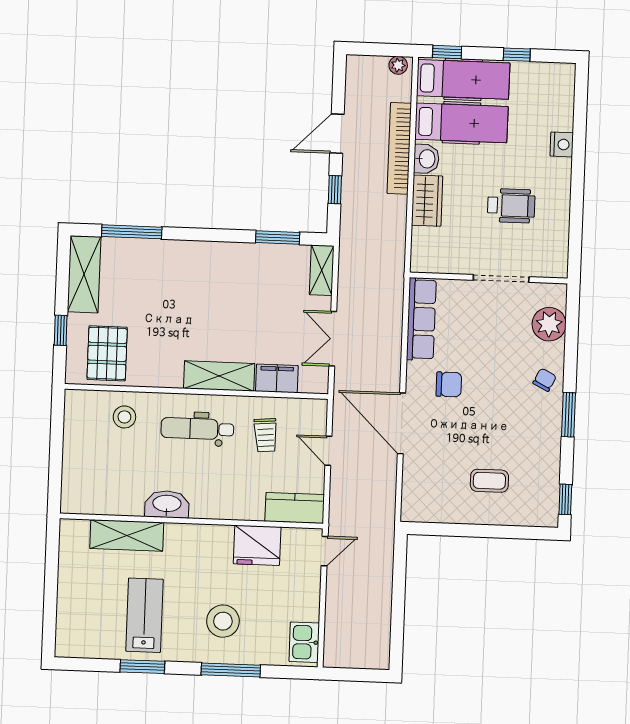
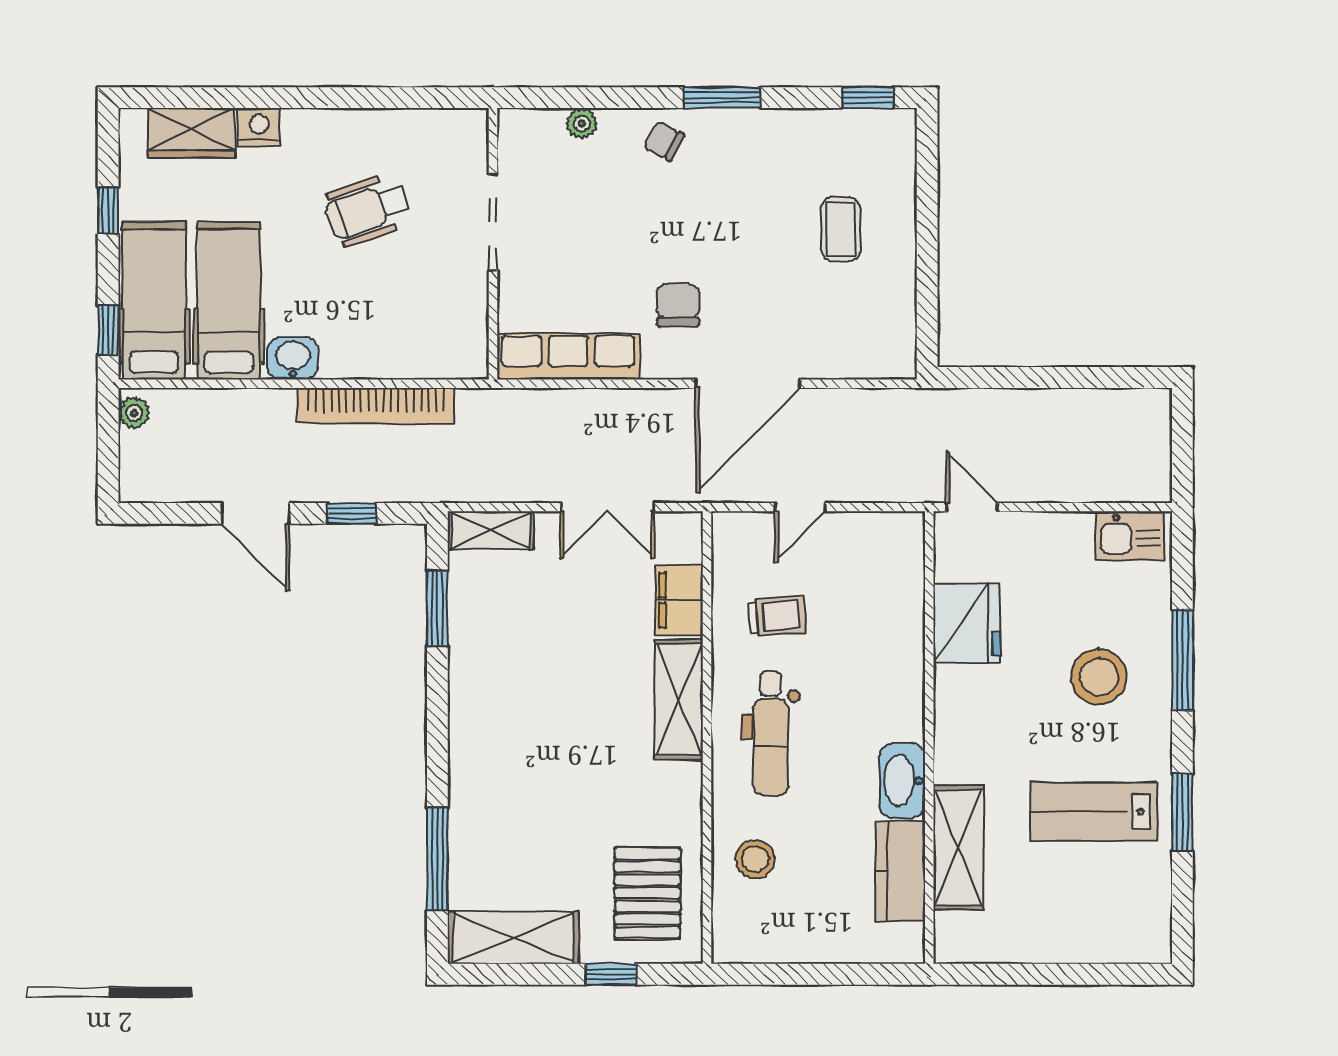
bookcase: (399, 148) -> (376, 406), moved
wardrobe: (427, 201) -> (192, 133), moved, turned 180
wheelchair: (511, 206) -> (367, 210), turned -109
plant: (549, 324) -> (582, 123), width x0.53, depth x0.53
pallet: (107, 353) -> (647, 893), turned 90
kitchen counter: (295, 508) -> (900, 871), moved

